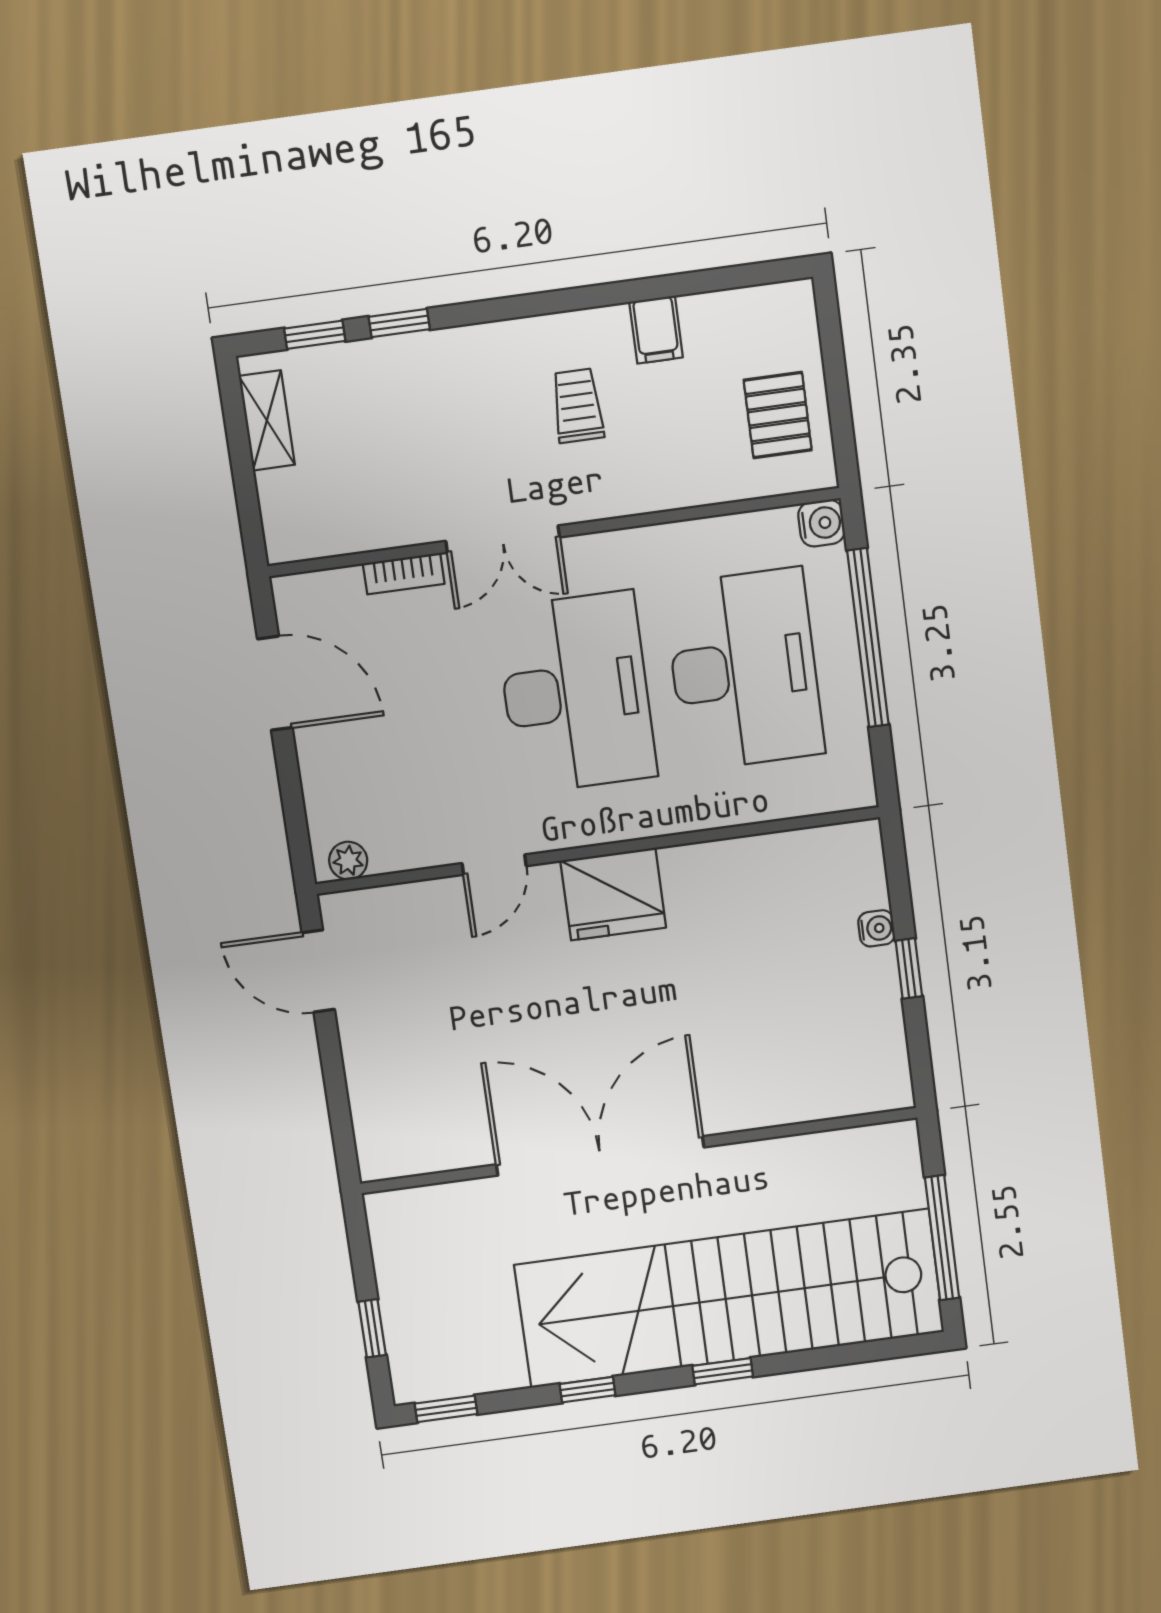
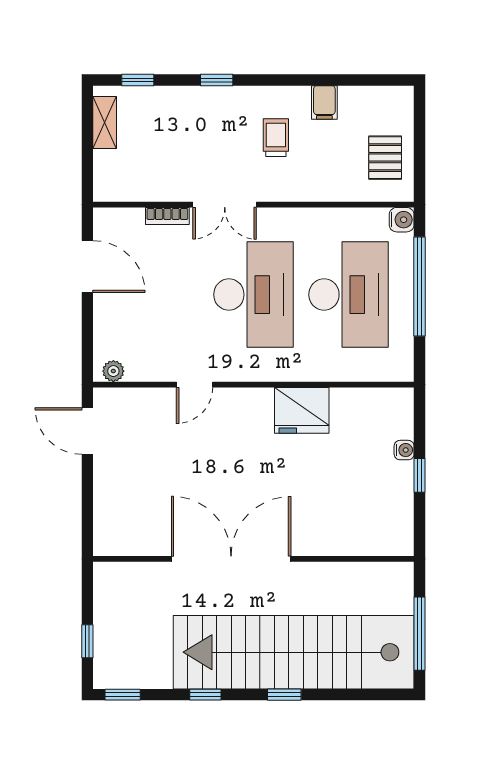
window: (399, 323) -> (217, 80), moved
fridge: (613, 894) -> (302, 410), moved

